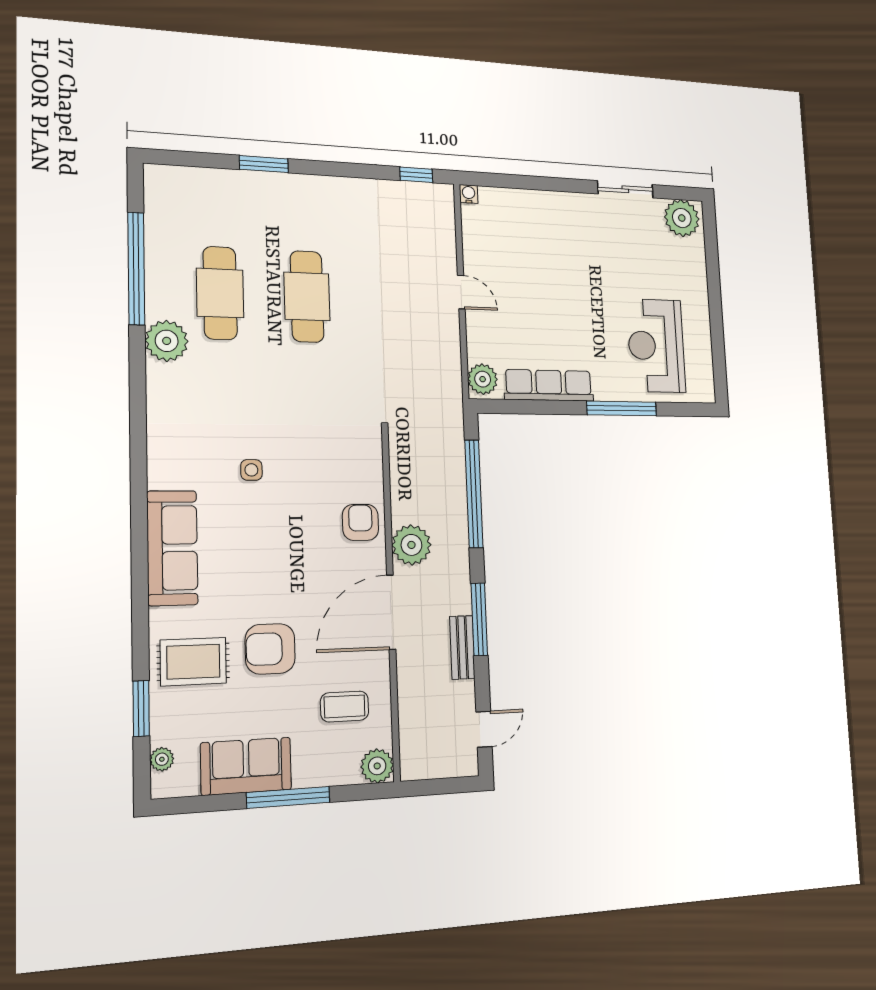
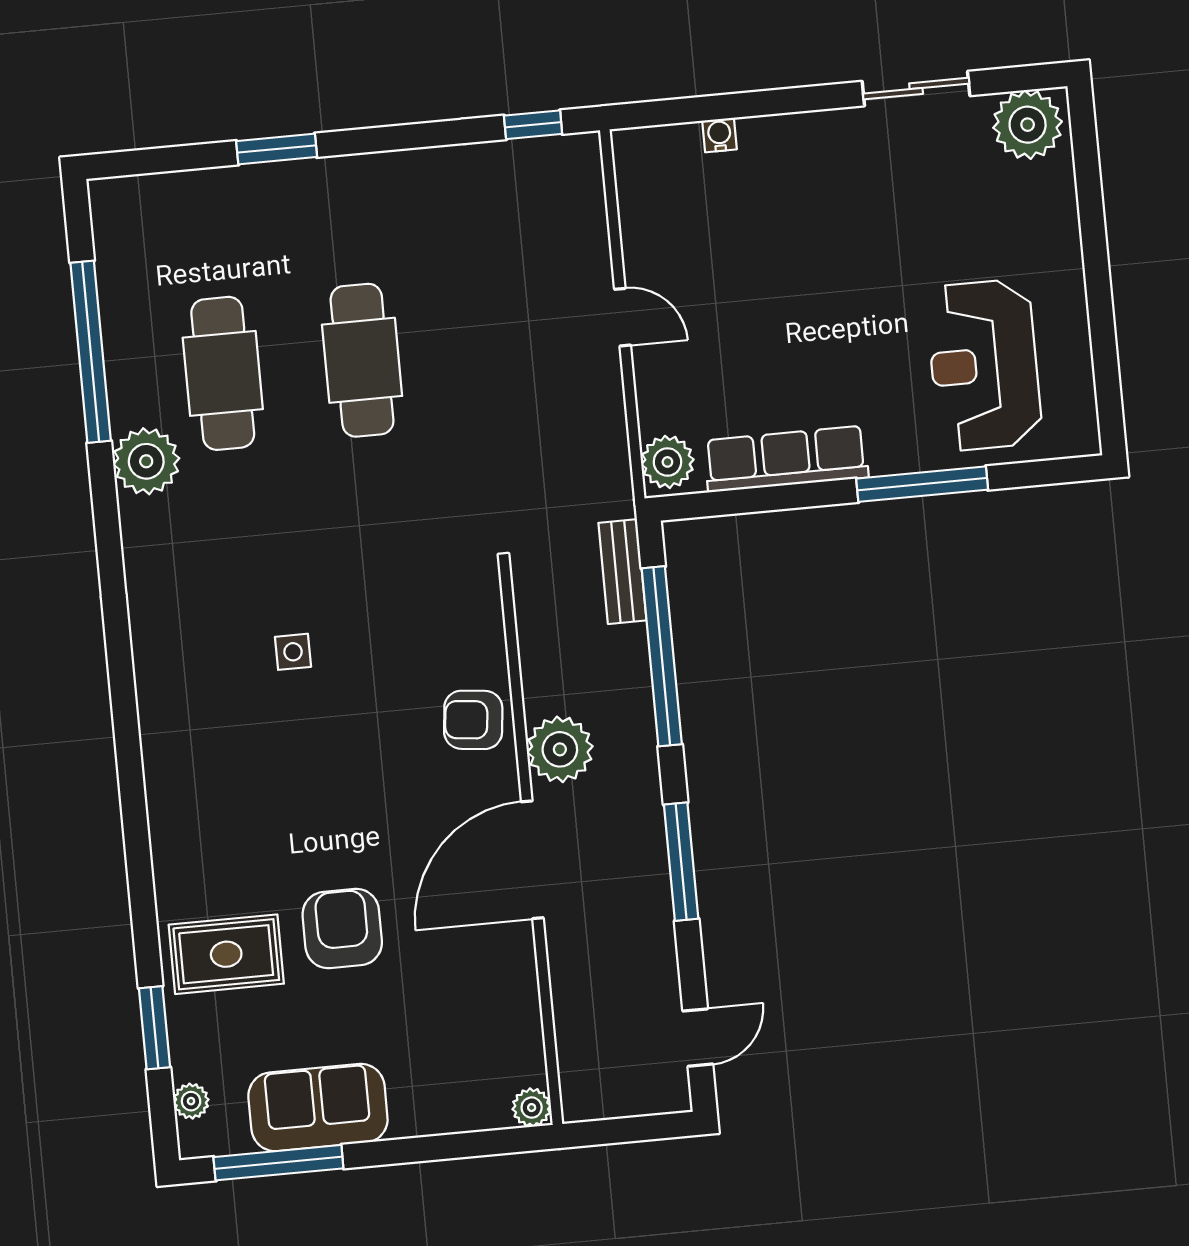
water cooler: (469, 194) -> (719, 135), moved
armchair: (360, 522) -> (473, 720), turned -84
sofa: (172, 548) -> (181, 784), removed
bench: (462, 647) -> (622, 572), moved
armchair: (270, 649) -> (342, 928), turned 90
coffee table: (345, 707) -> (466, 1011), removed
plant: (377, 766) -> (532, 1108), width x0.73, depth x0.73
window: (288, 797) -> (278, 1163), moved

